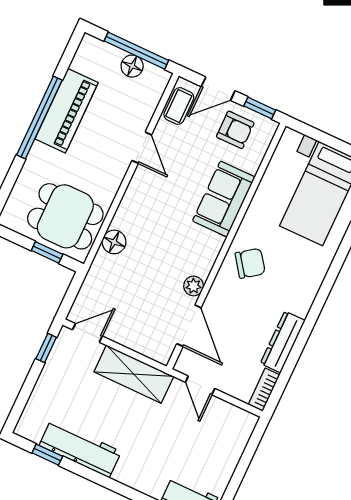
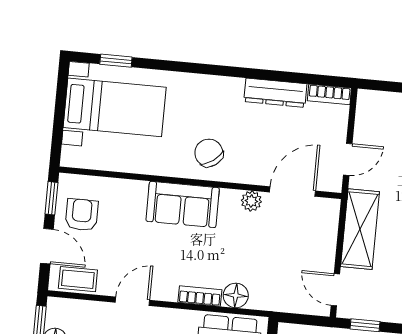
sofa: (224, 199) -> (183, 204), moved
bookcase: (125, 210) -> (200, 296), added

